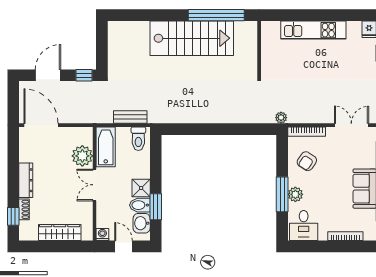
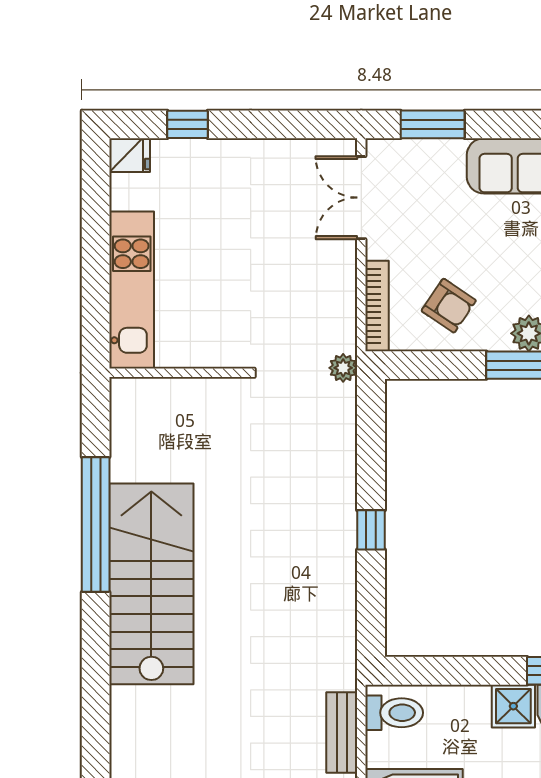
wall: (259, 49) -> (178, 373), moved
window: (214, 129) -> (371, 530), added

